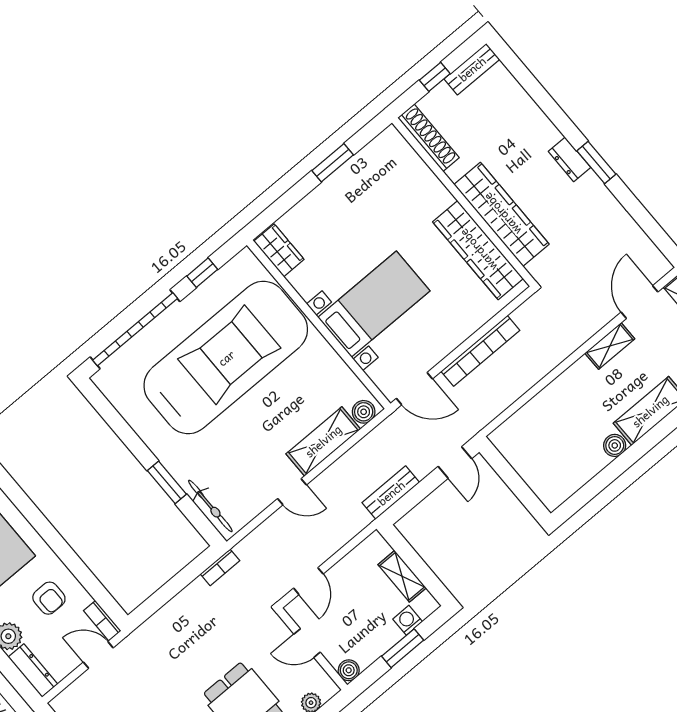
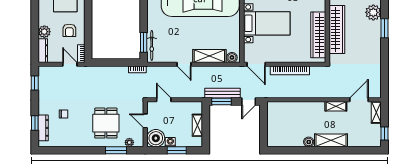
plant: (539, 133) -> (373, 12), added
dresser: (569, 159) -> (376, 30), removed
window: (596, 163) -> (385, 28), moved
window: (167, 482) -> (144, 42), moved
bench: (391, 493) -> (223, 93), width x1.36
window: (409, 501) -> (222, 101), added
door: (308, 581) -> (164, 100), swing flipped
washing machine: (408, 620) -> (170, 142), moved
boiler: (349, 670) -> (156, 138), width x1.86, depth x1.86

